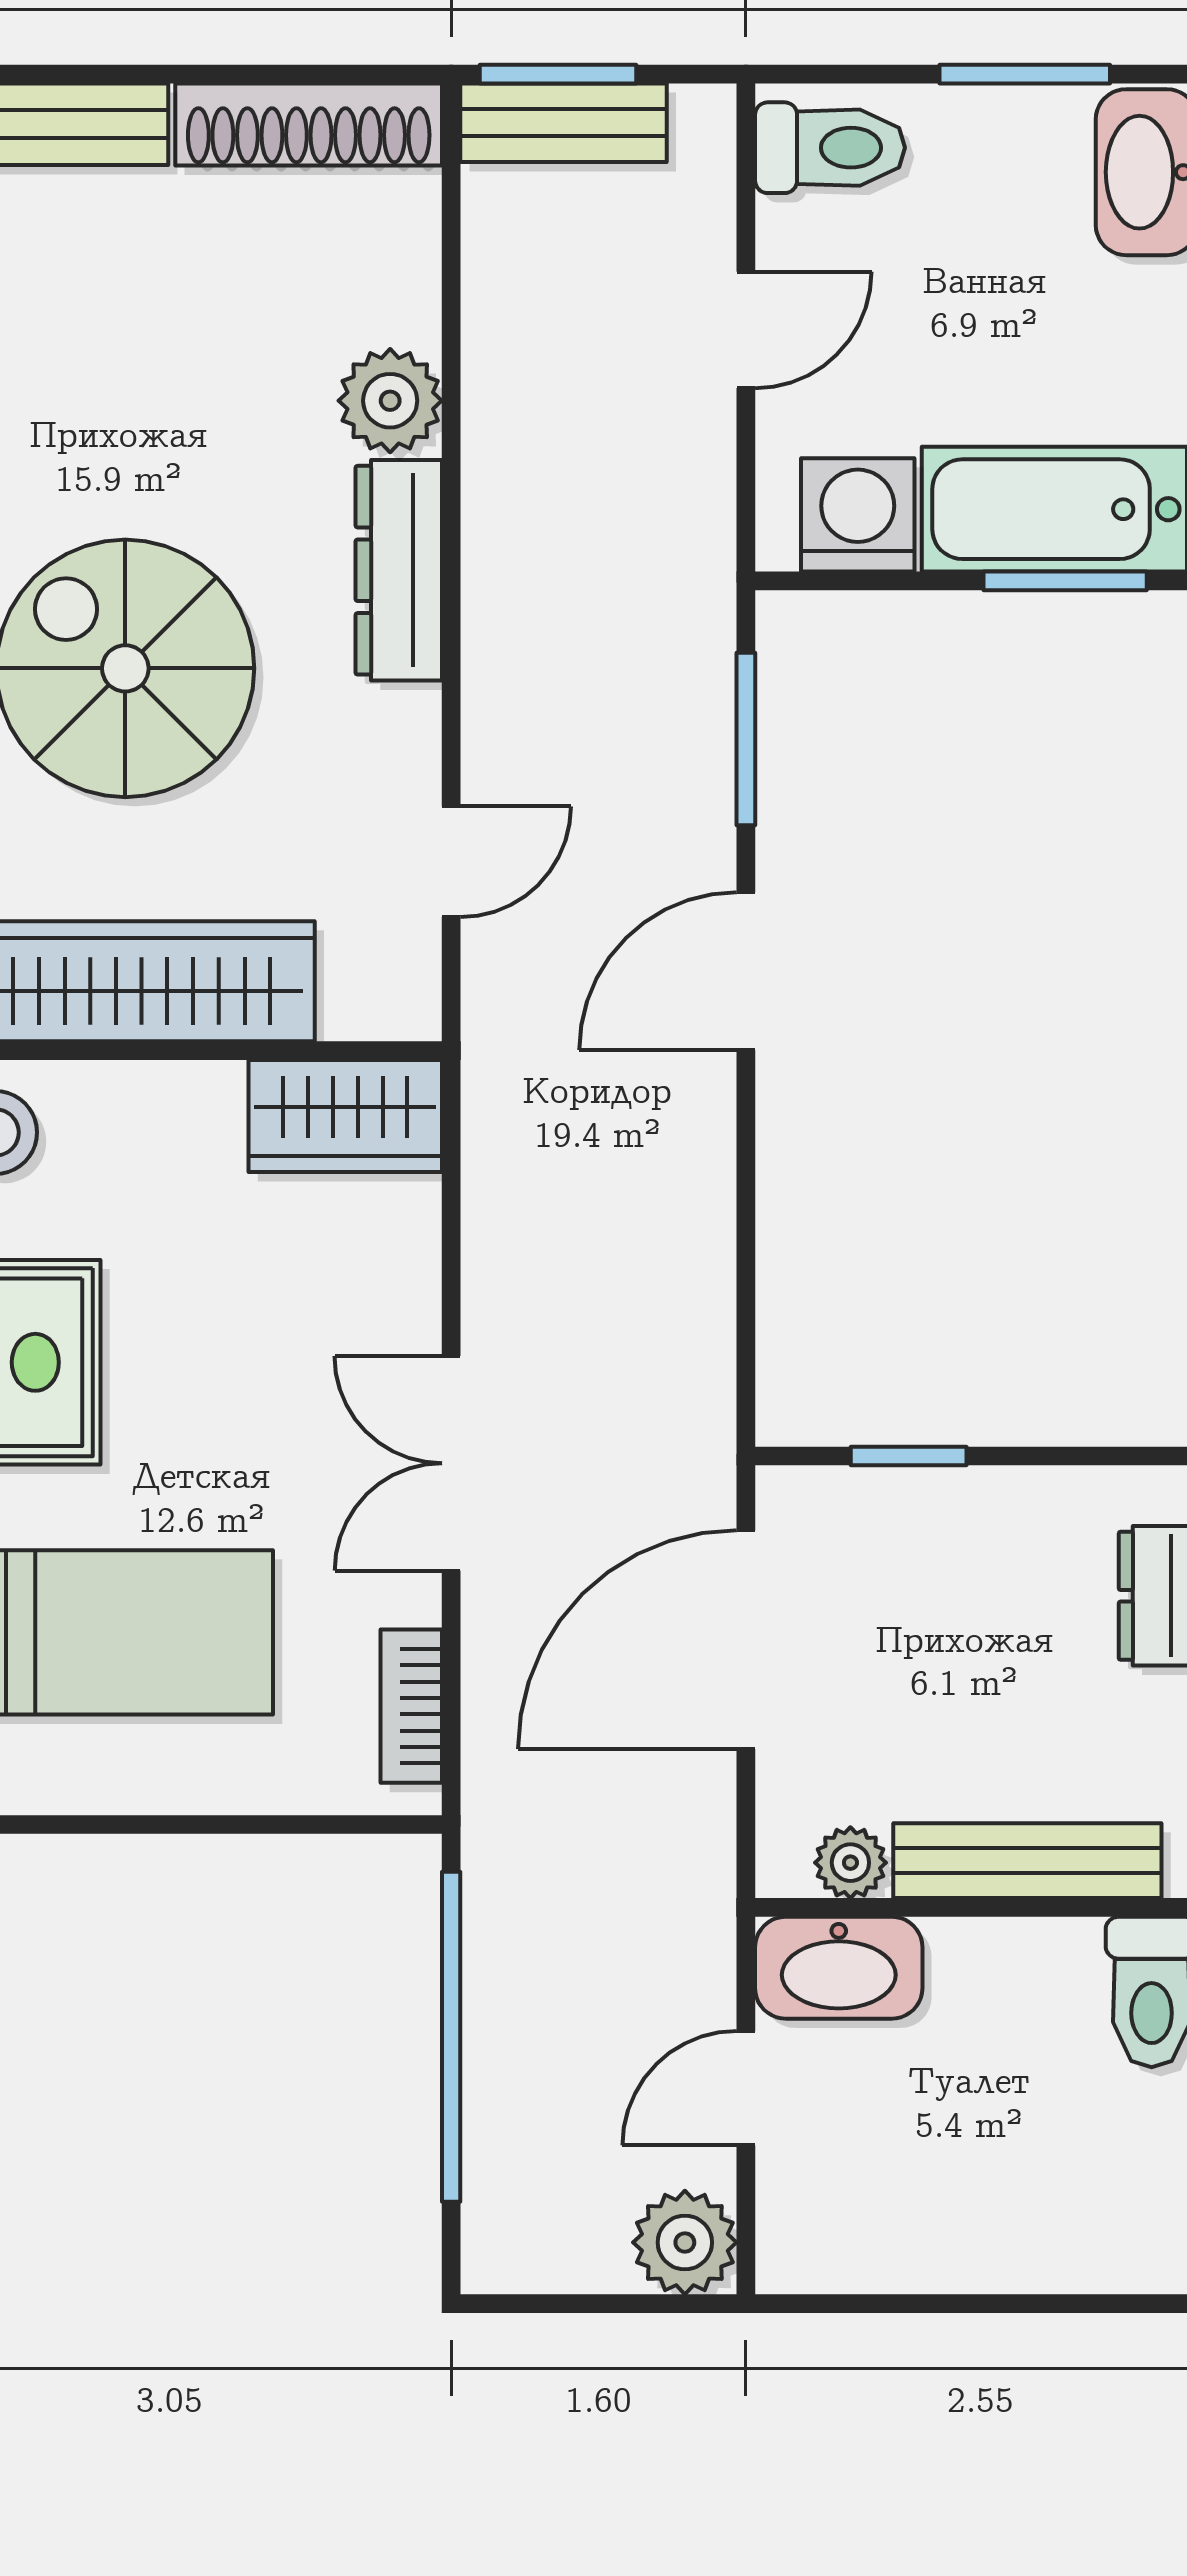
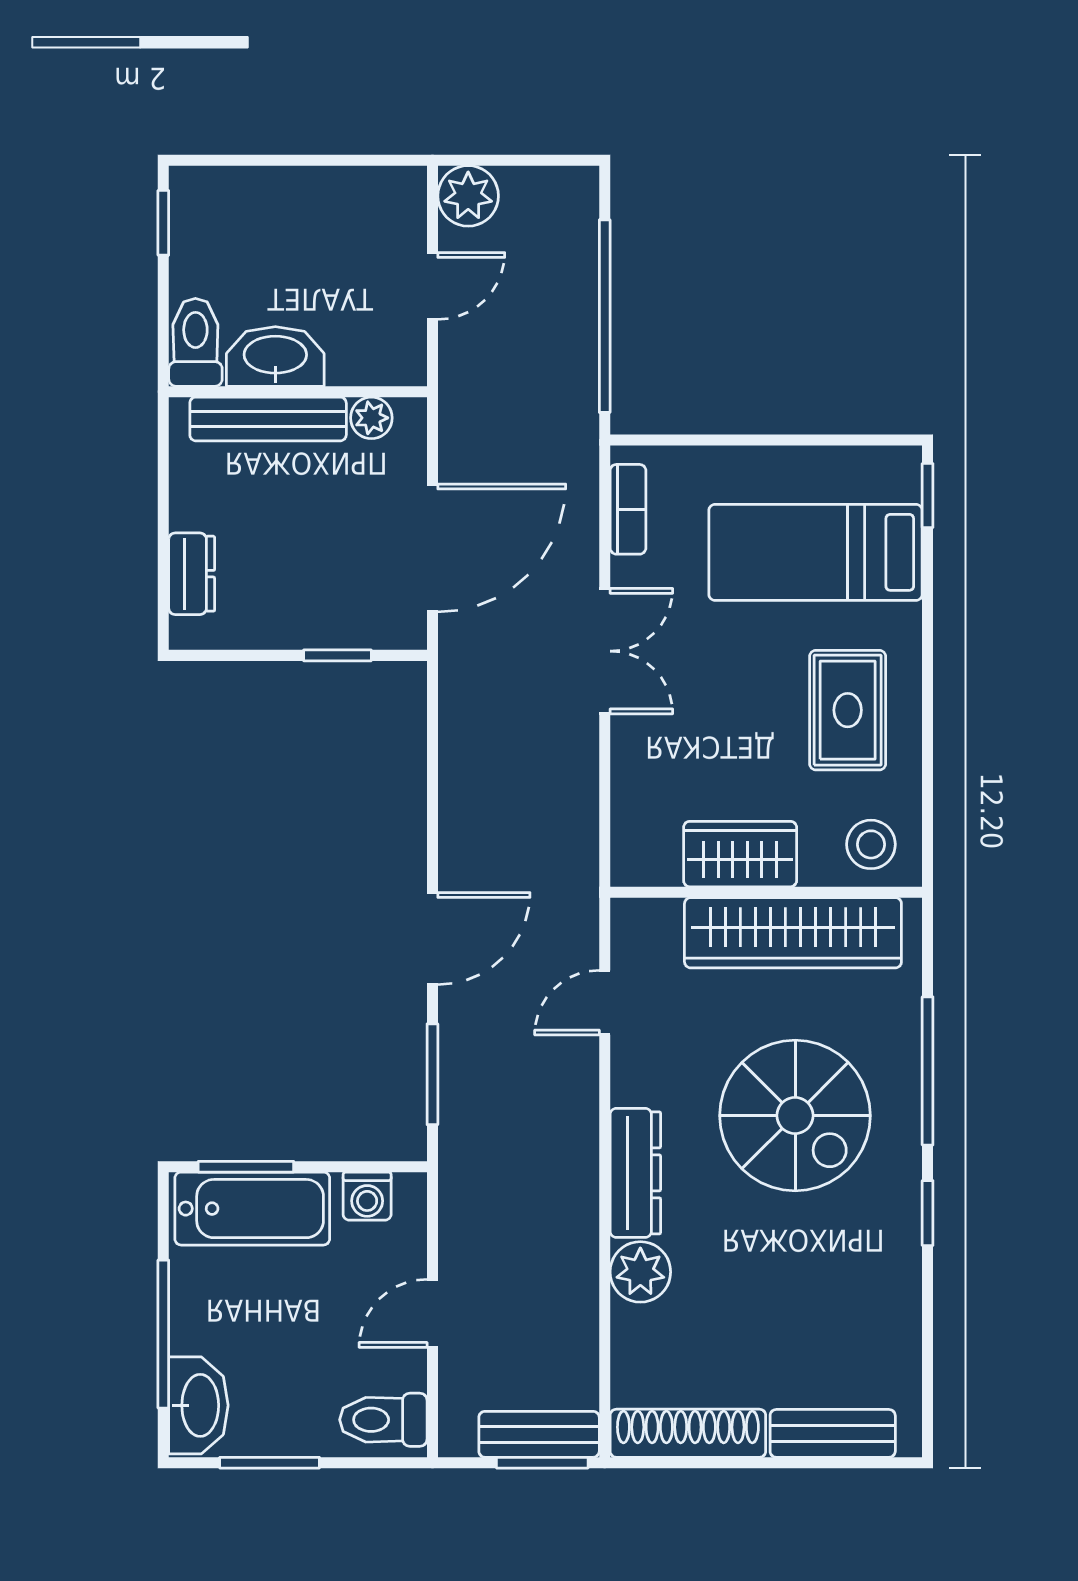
washing machine: (858, 515) -> (367, 1196), width x0.73, depth x0.73
wardrobe: (345, 1116) -> (740, 854), moved
washbasin: (839, 1968) -> (275, 356), moved

